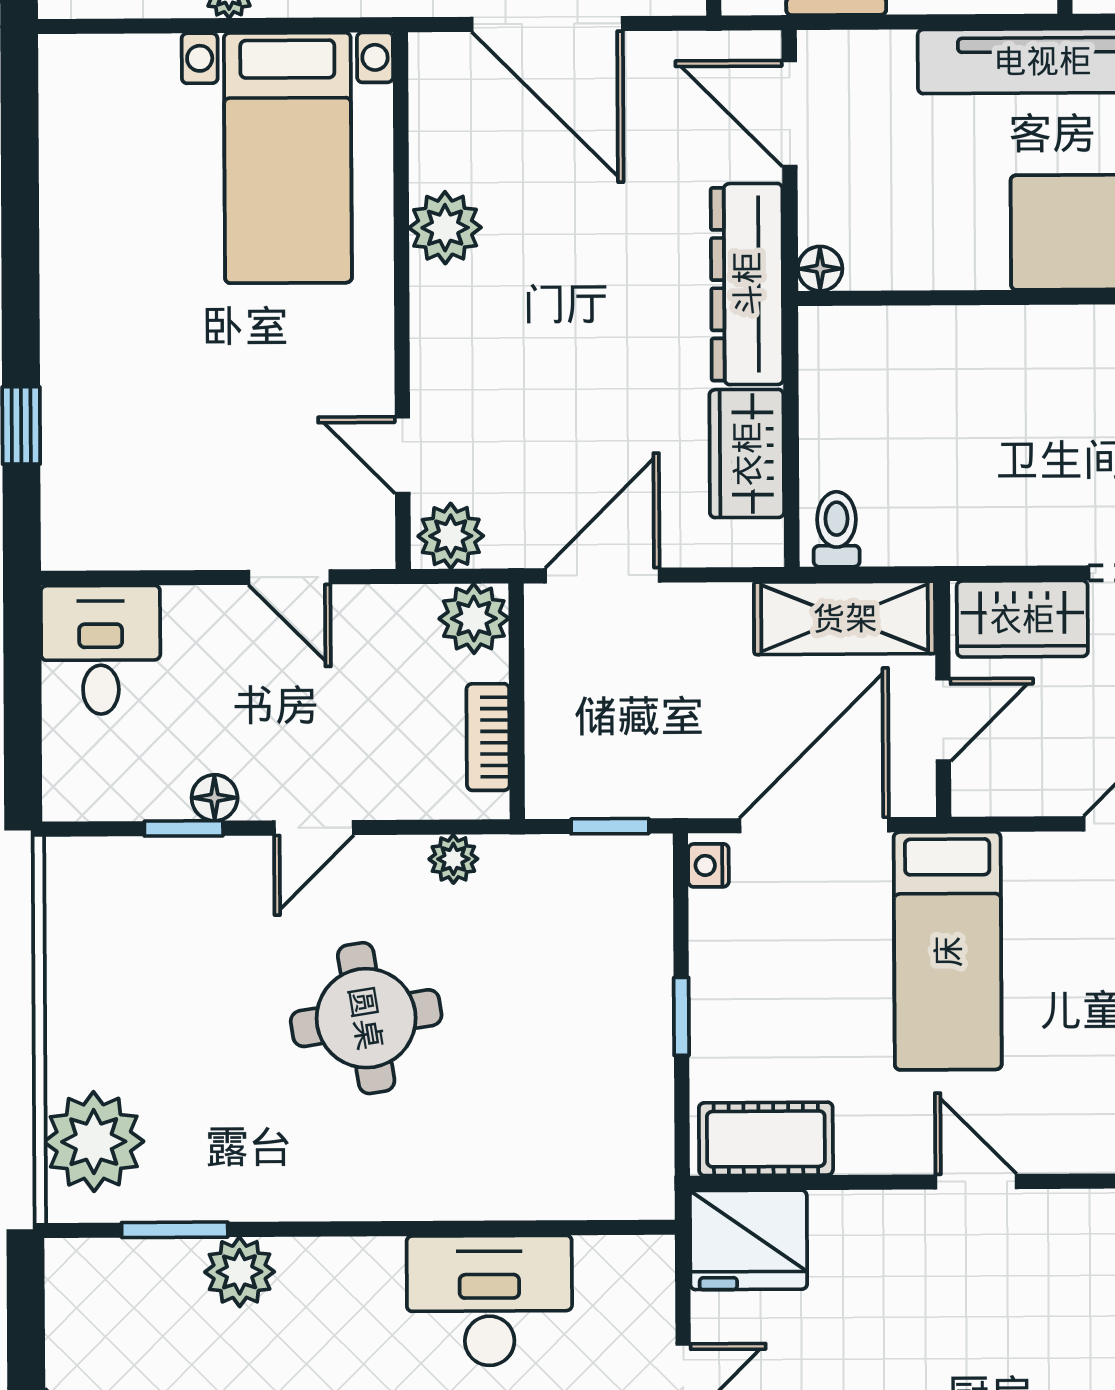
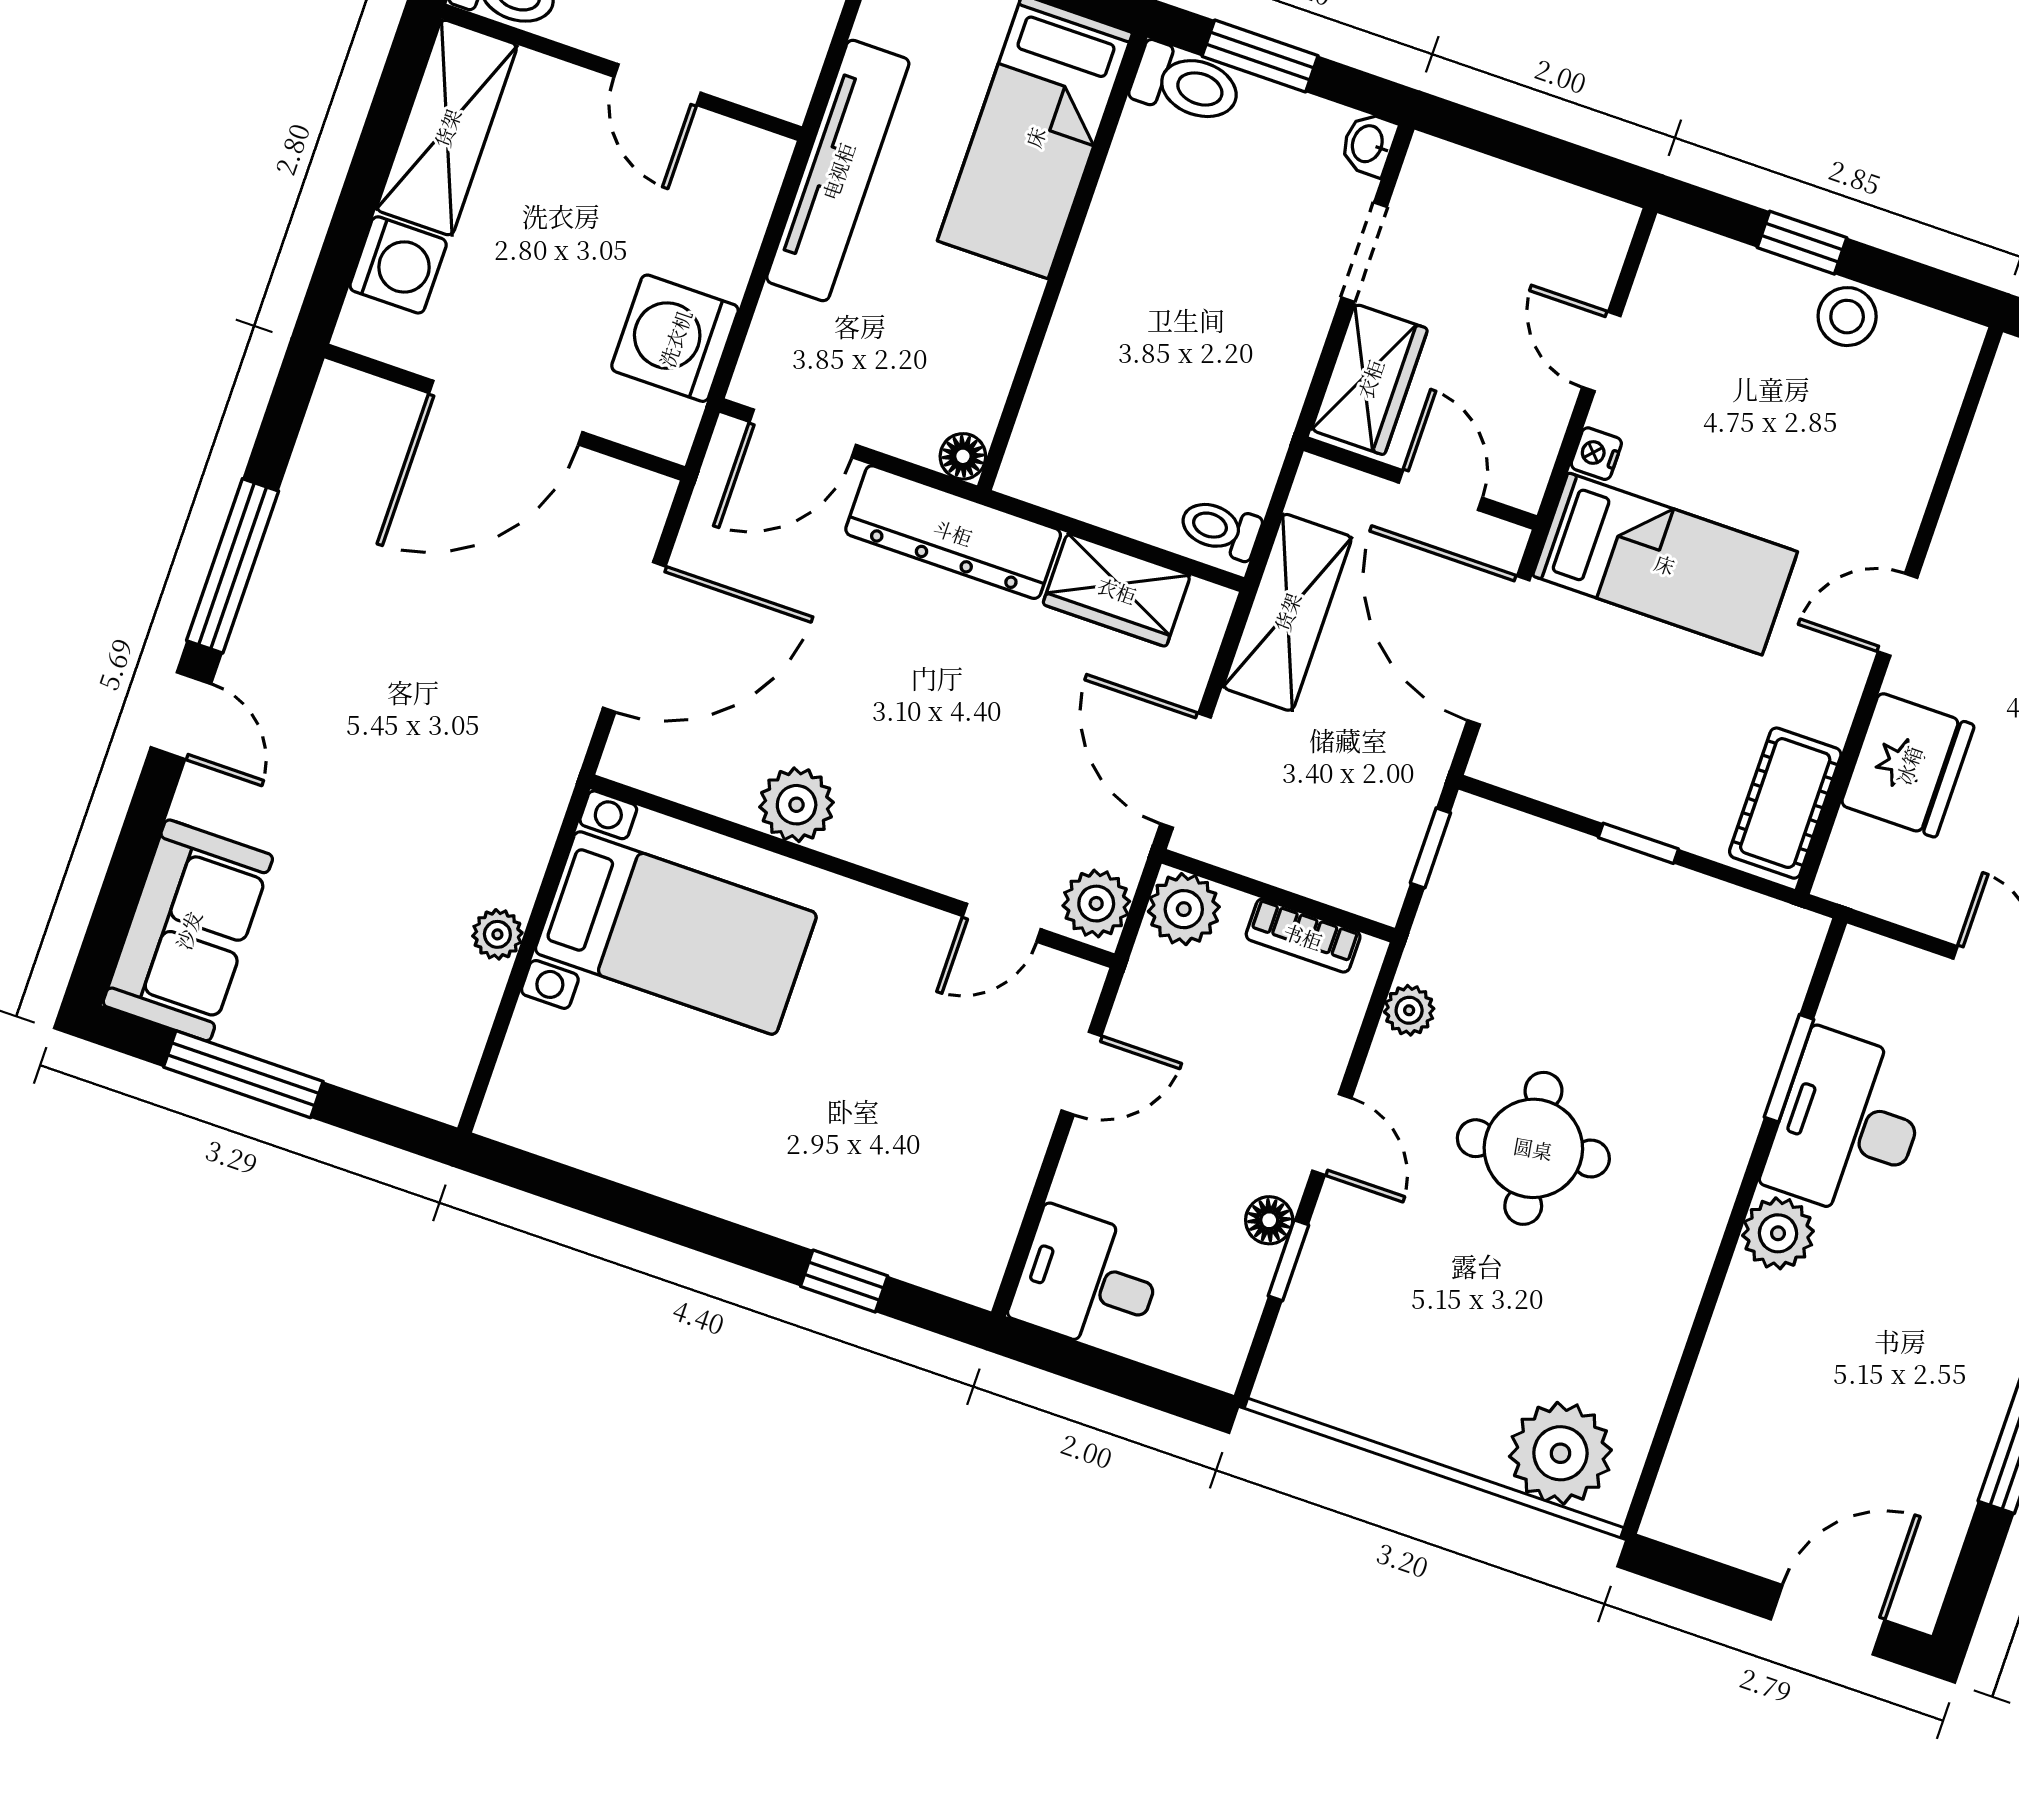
shelving: (845, 618) -> (1287, 612), moved
nightstand: (708, 865) -> (1596, 454), moved, turned 90
window: (175, 1230) -> (1789, 1068), moved
fridge: (749, 1240) -> (1908, 765), moved
plant: (240, 1272) -> (1778, 1233), moved

